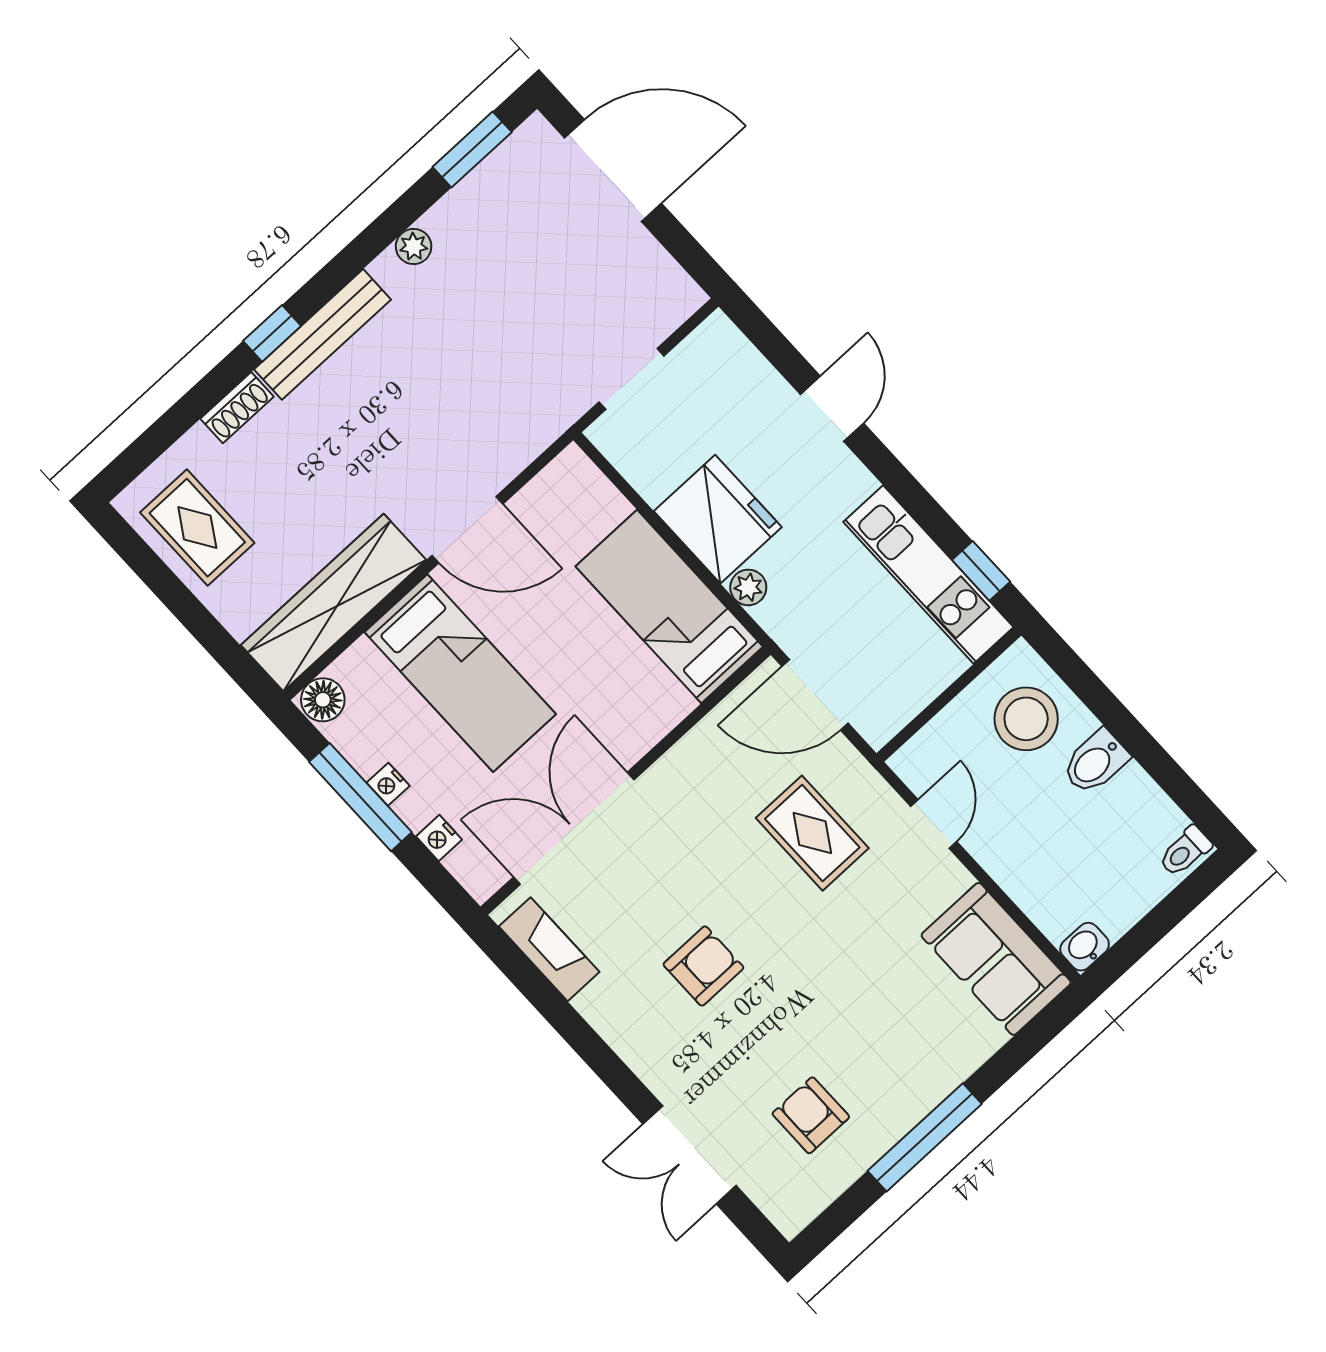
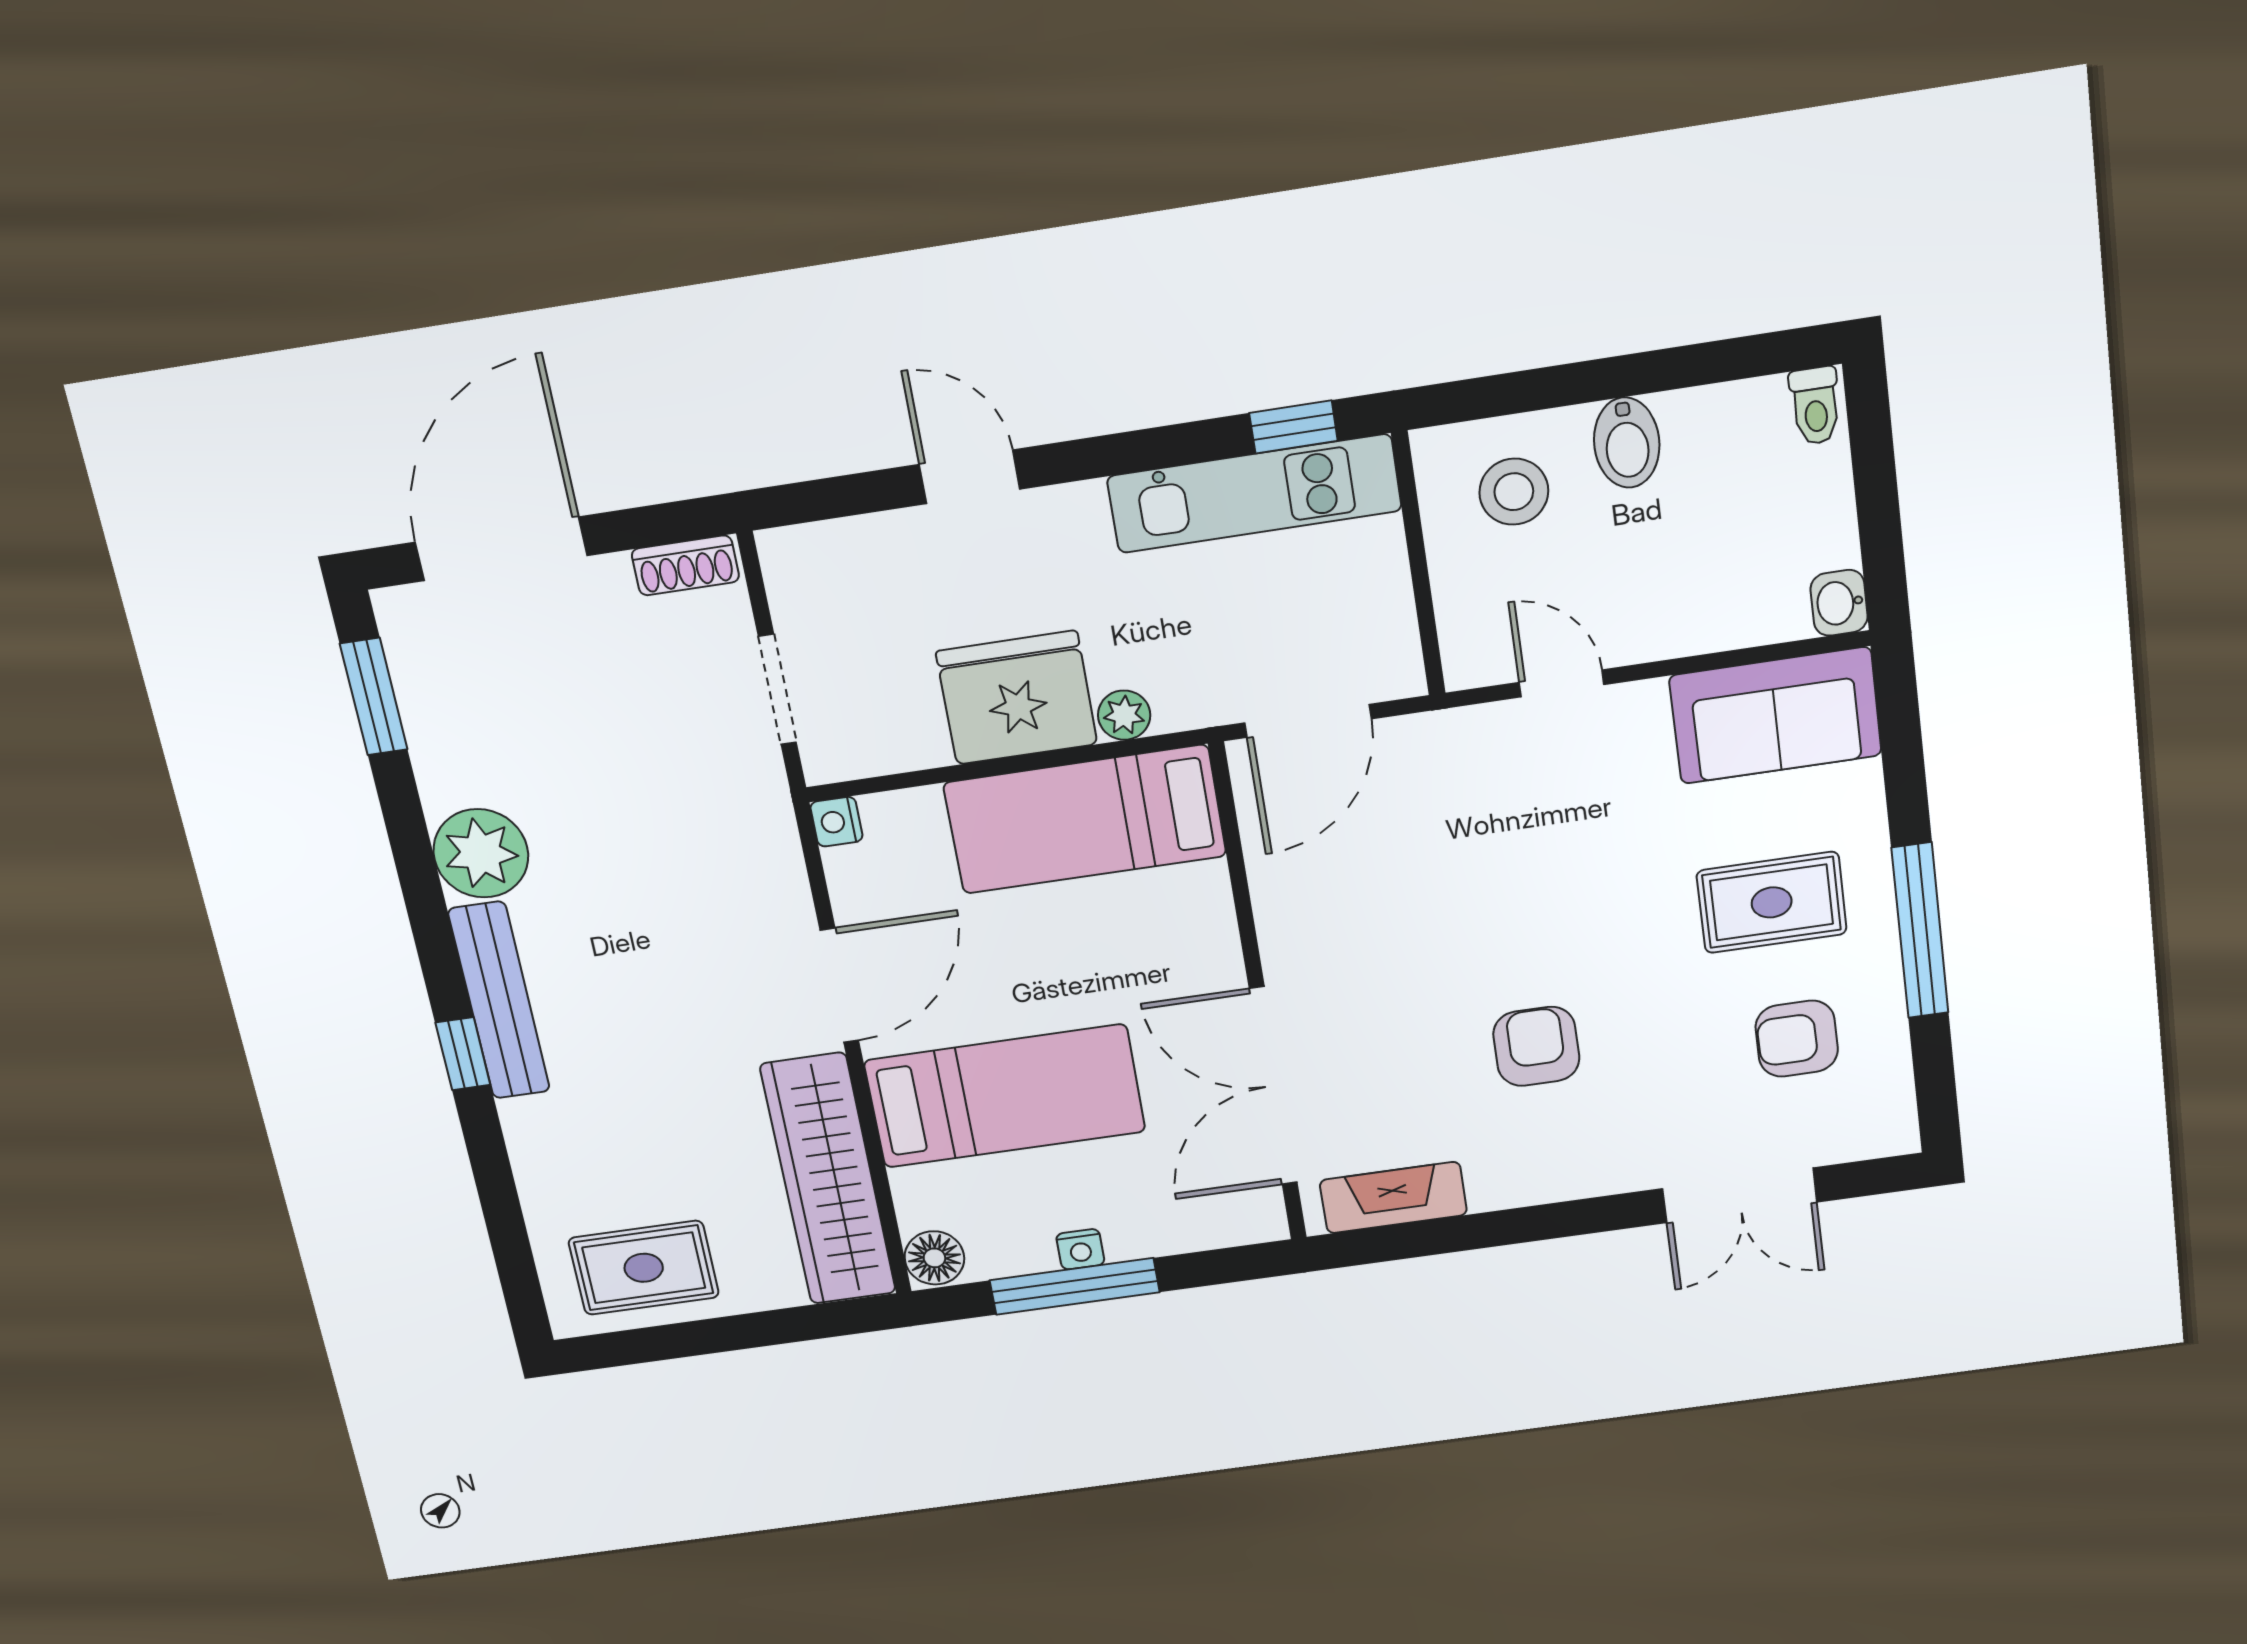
plant: (414, 246) -> (481, 853), width x1.88, depth x1.88
shoe rack: (237, 408) -> (685, 565), moved, turned 90
stool: (1026, 719) -> (1514, 492), width x0.73, depth x0.73
rug: (812, 833) -> (1772, 902), moved
nightstand: (439, 838) -> (836, 822), moved, turned 90

